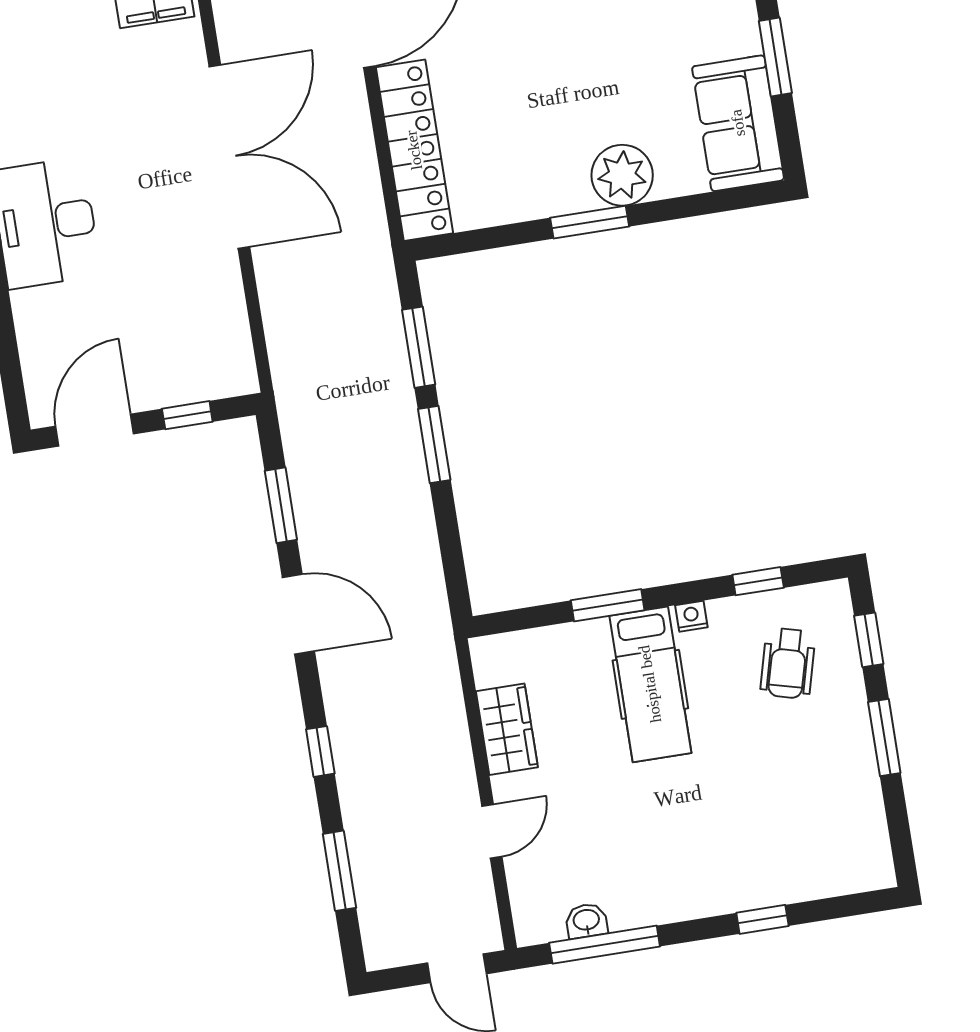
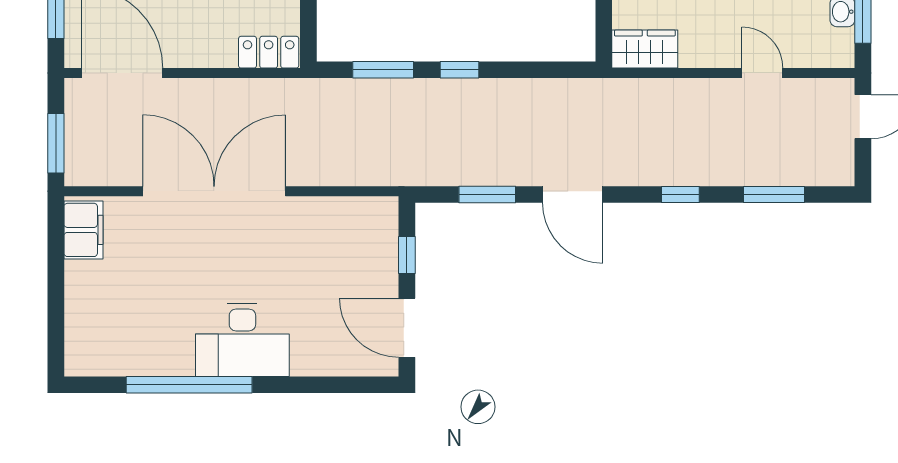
locker: (414, 150) -> (269, 52), width x0.46, depth x0.83
window: (434, 445) -> (460, 70), width x0.67
door: (298, 614) -> (573, 194), swing flipped
wardrobe: (507, 729) -> (645, 49), moved

